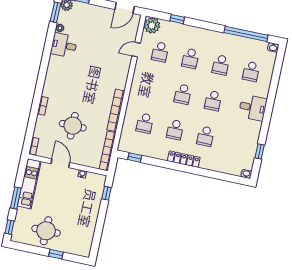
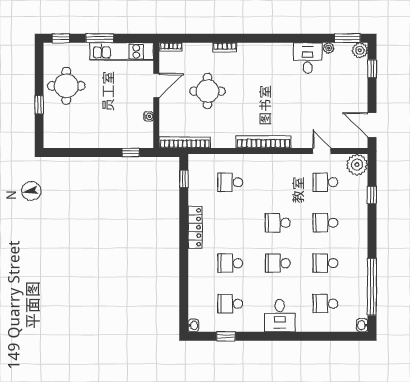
bookcase: (116, 110) -> (264, 142), moved
school desk: (175, 130) -> (230, 304), moved
locker: (184, 159) -> (195, 227), moved

